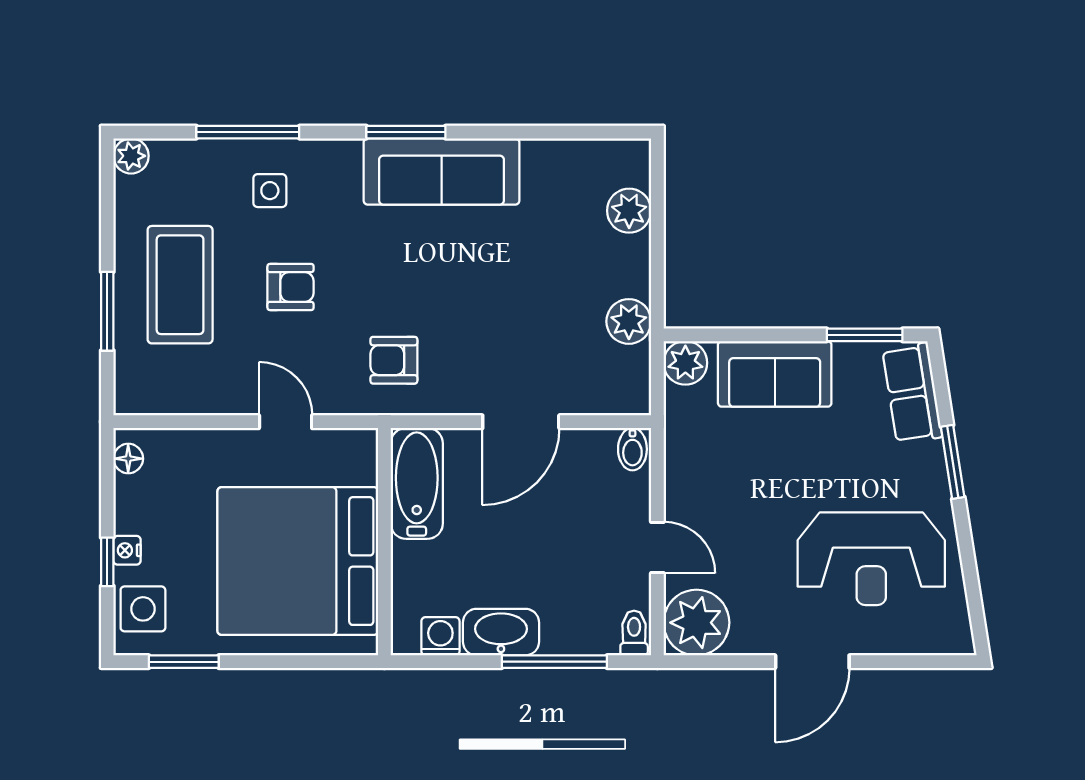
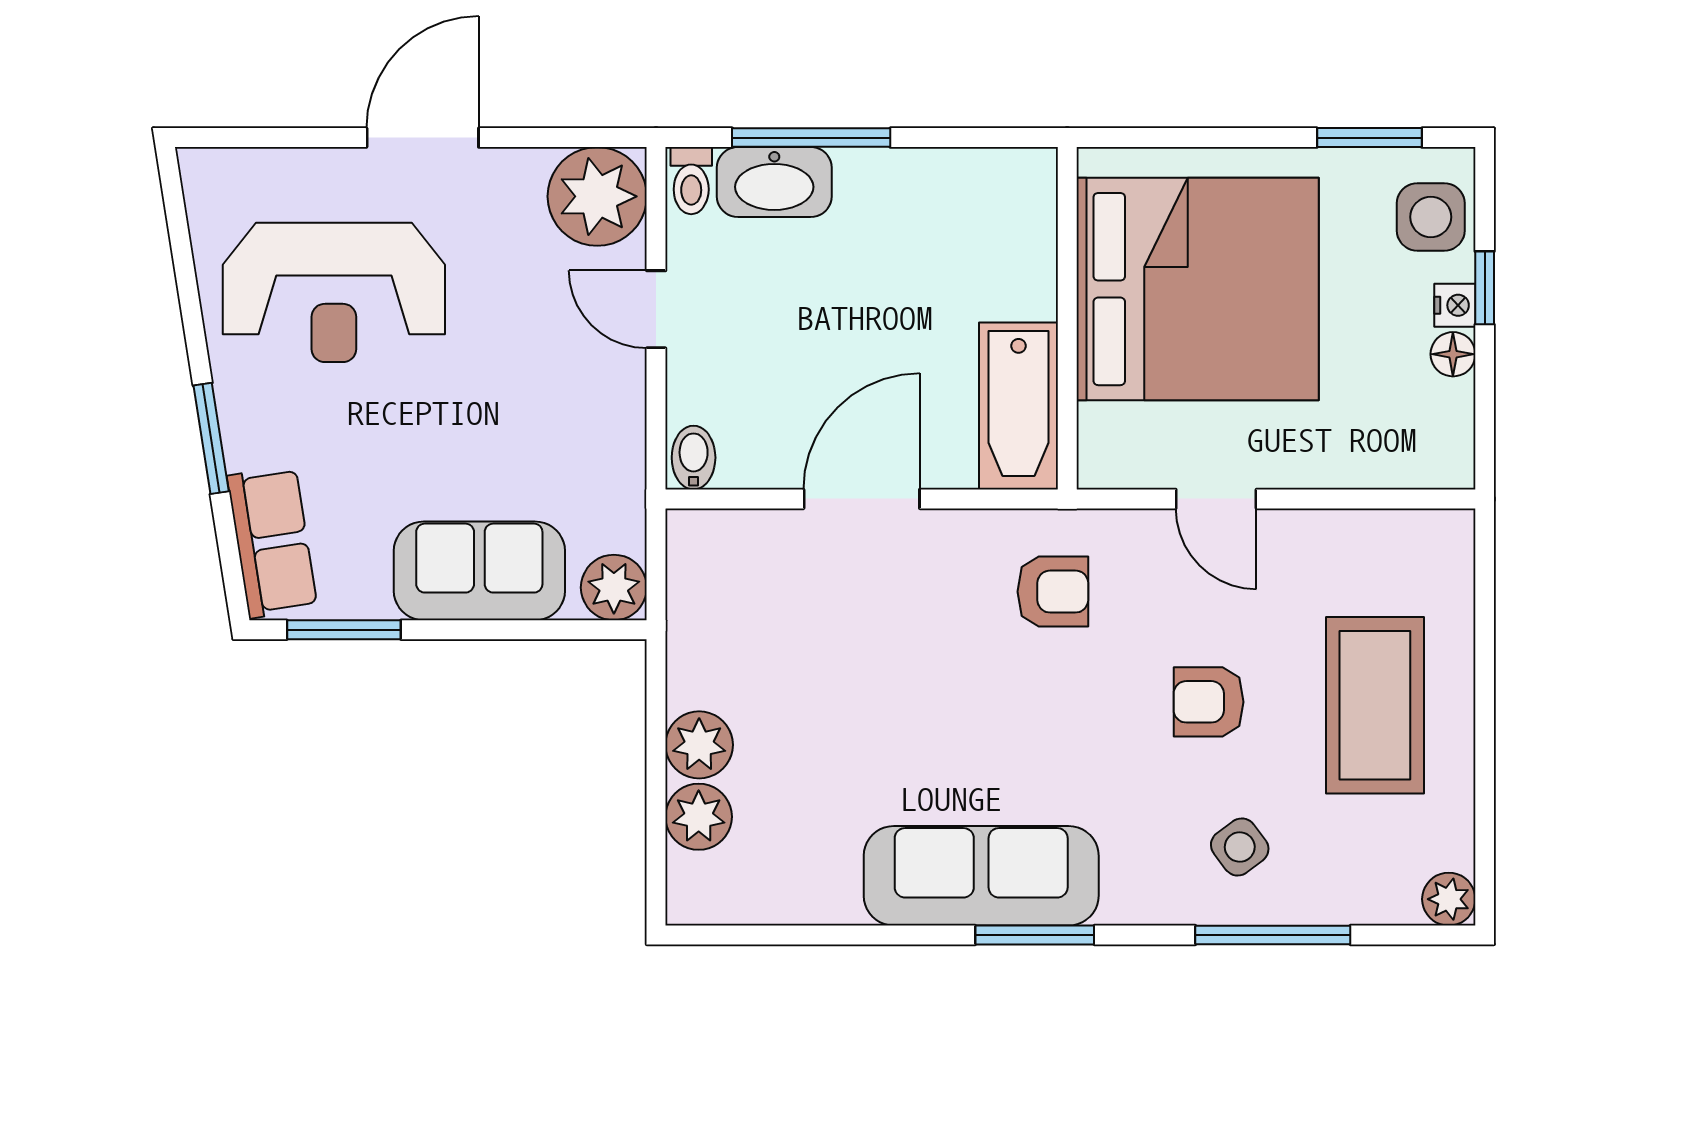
side table: (270, 191) -> (1240, 847), turned -37
window: (107, 311) -> (1485, 665), removed
plant: (629, 321) -> (699, 745), moved
floor lamp: (128, 459) -> (1453, 354), moved
reception desk: (871, 559) -> (334, 292), turned 180
washbasin: (501, 632) -> (774, 182), moved
washing machine: (440, 636) -> (983, 176), removed

